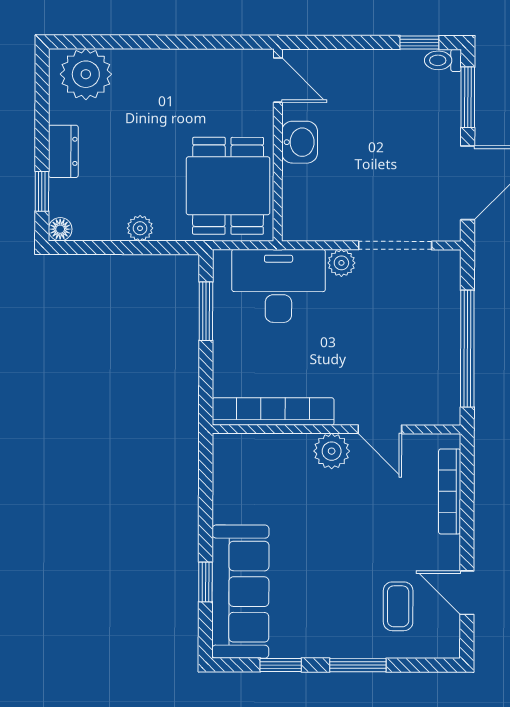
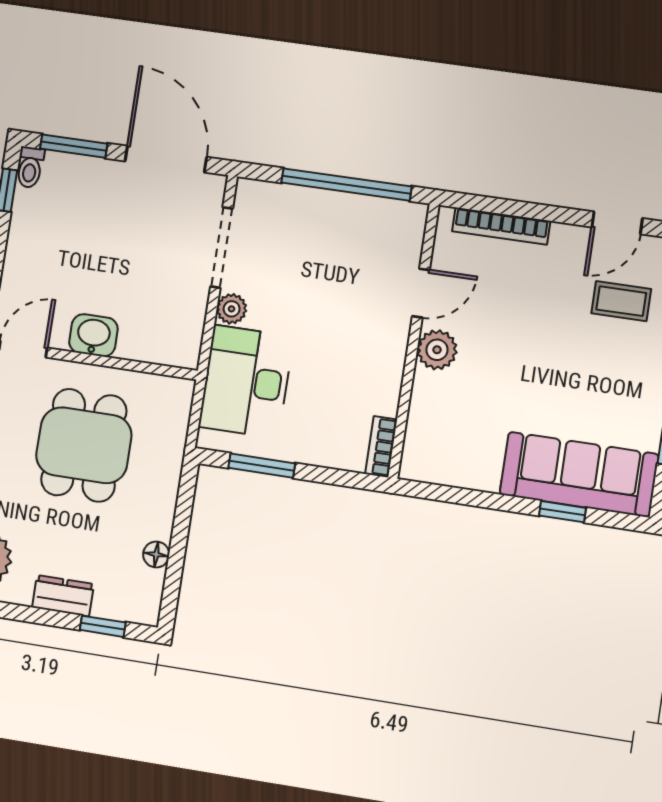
dining table: (228, 186) -> (84, 445), moved, turned 90
plant: (140, 228) -> (160, 524), removed
floor lamp: (60, 229) -> (156, 554), moved
bookcase: (273, 411) -> (381, 447), width x0.43, depth x0.76

